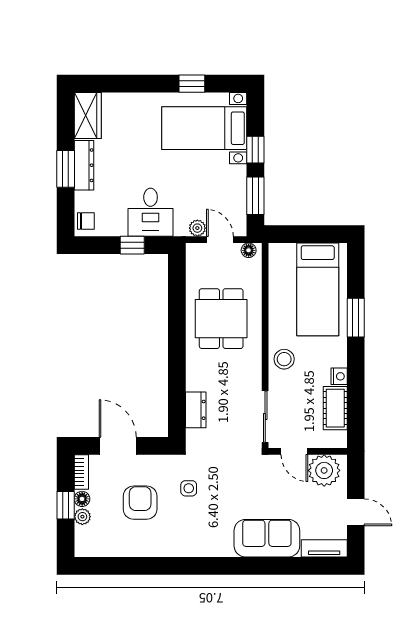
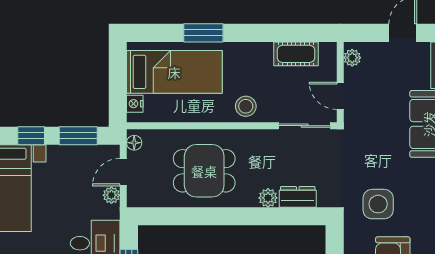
nightstand: (339, 376) -> (135, 104), moved, turned -90
plant: (195, 381) -> (268, 198), added
door: (294, 451) -> (340, 96), swing flipped
plant: (324, 470) -> (352, 58), width x0.53, depth x0.53
side table: (189, 488) -> (378, 204), width x1.87, depth x1.87

